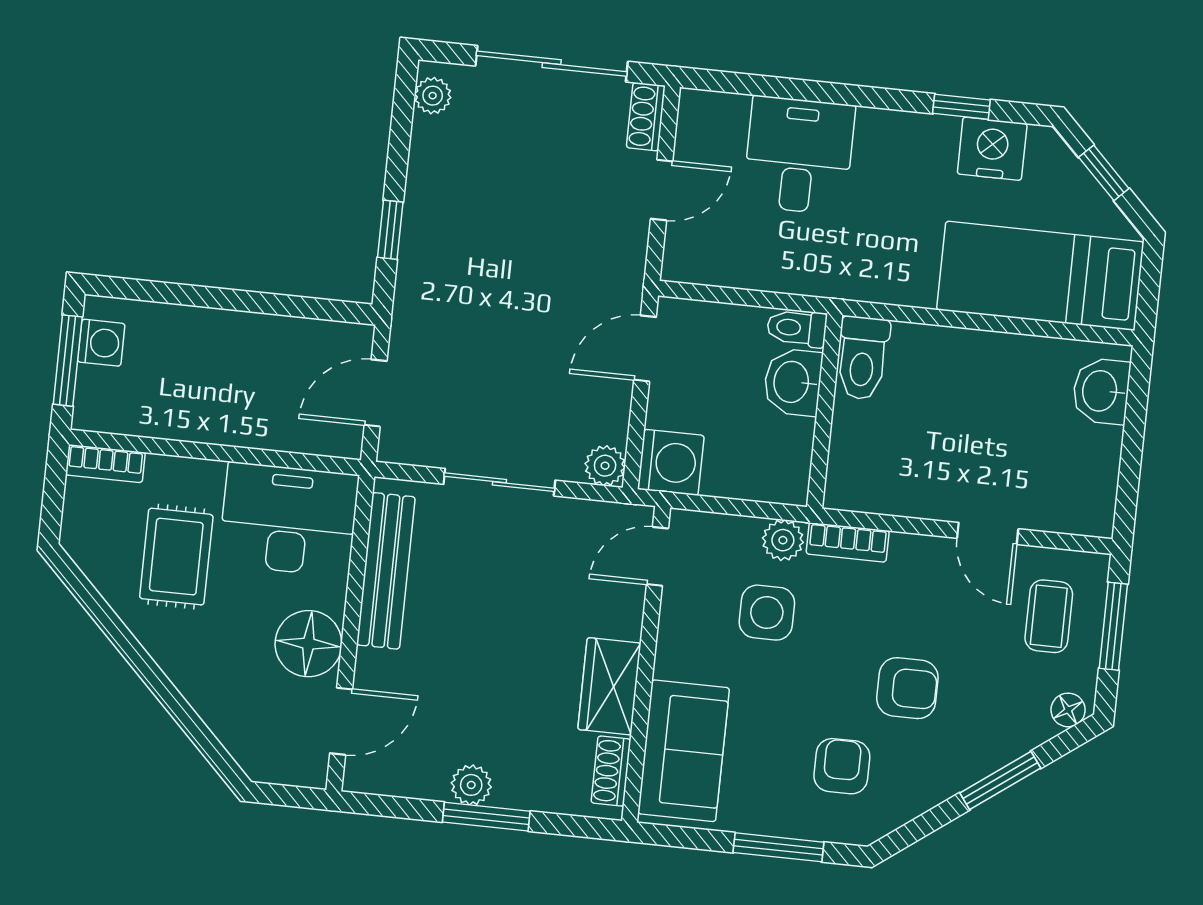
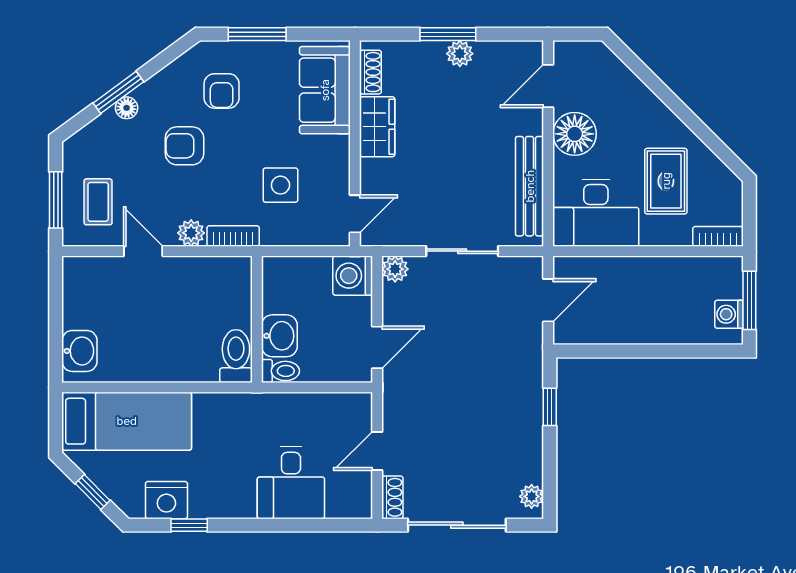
plant: (783, 540) -> (191, 233), moved
floor lamp: (1068, 710) -> (127, 108), moved

